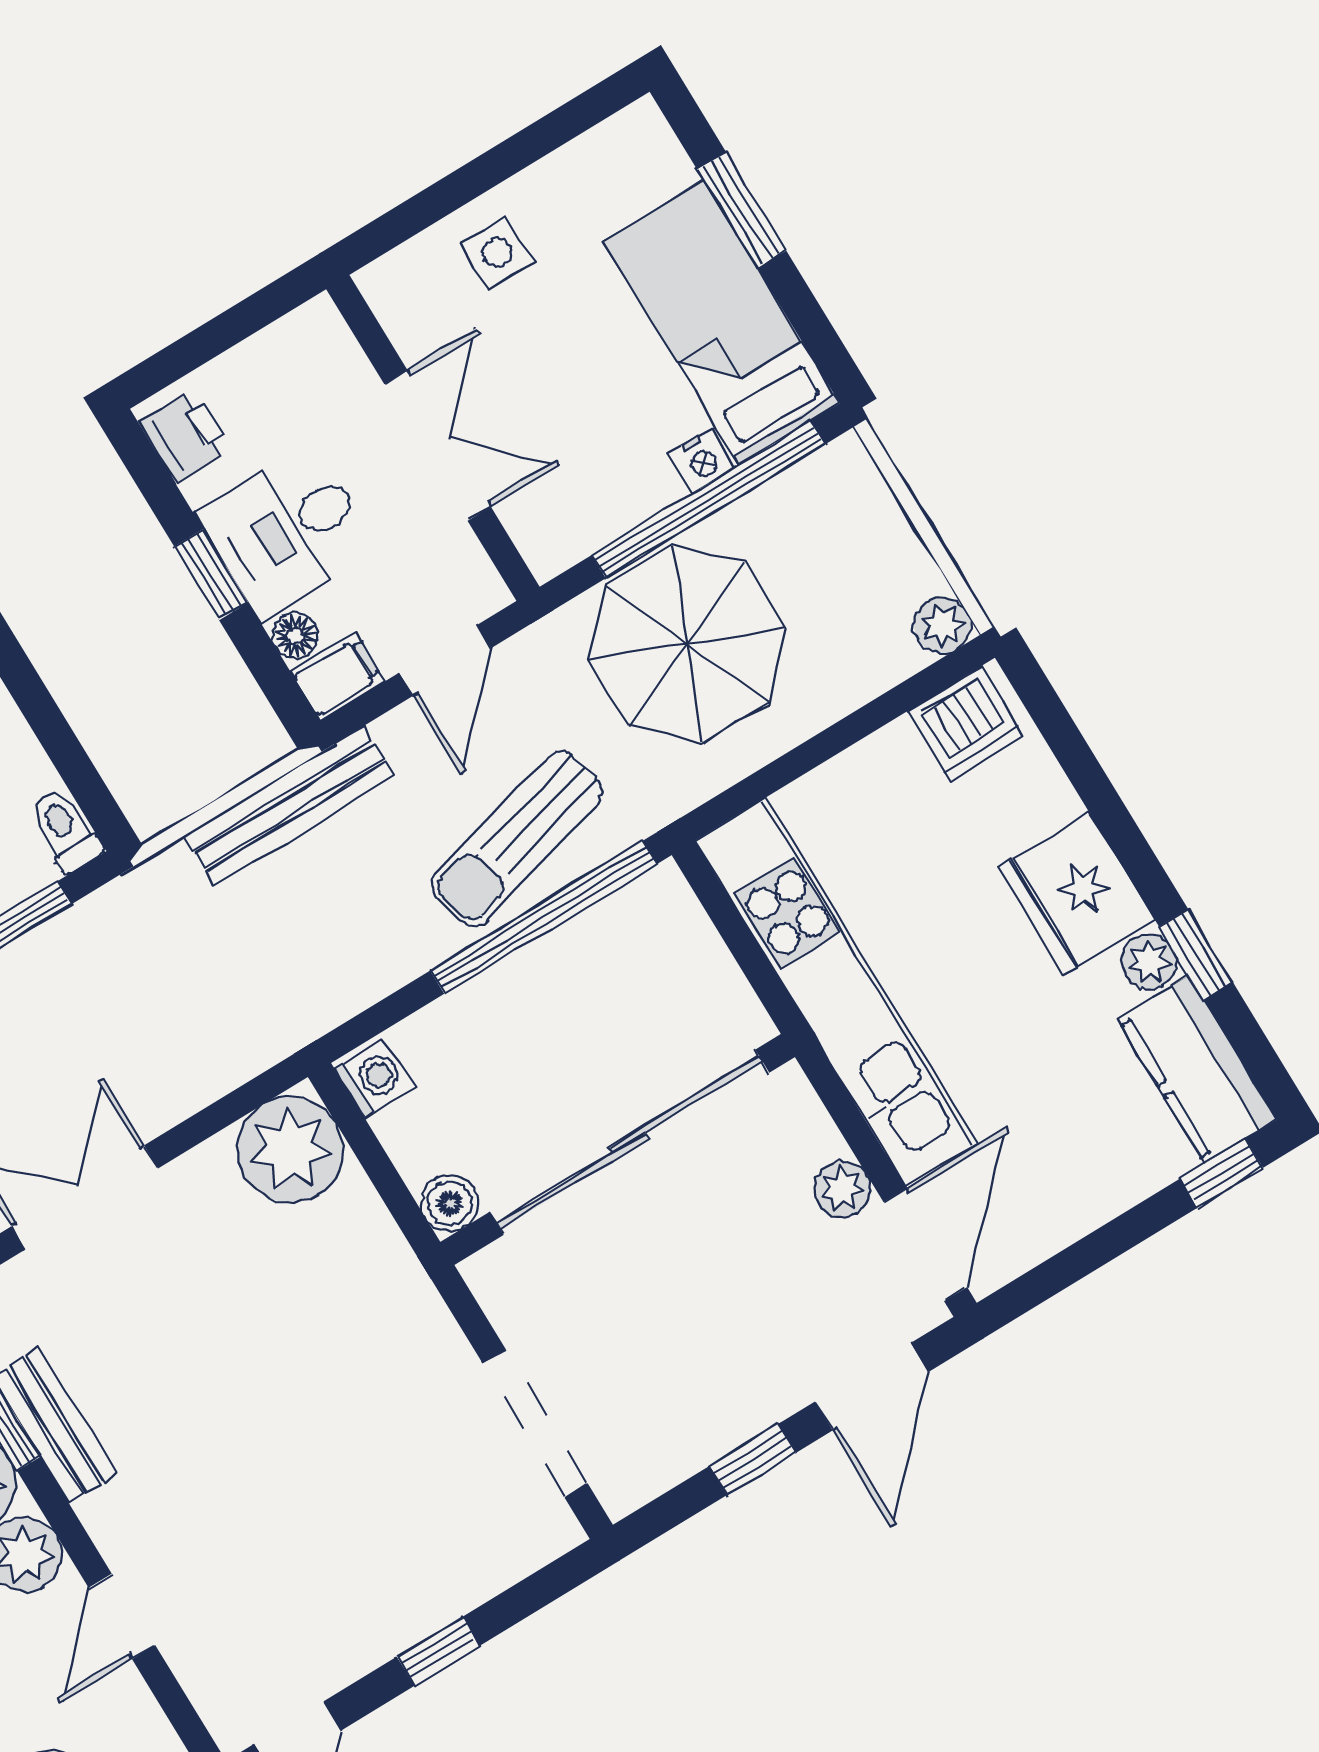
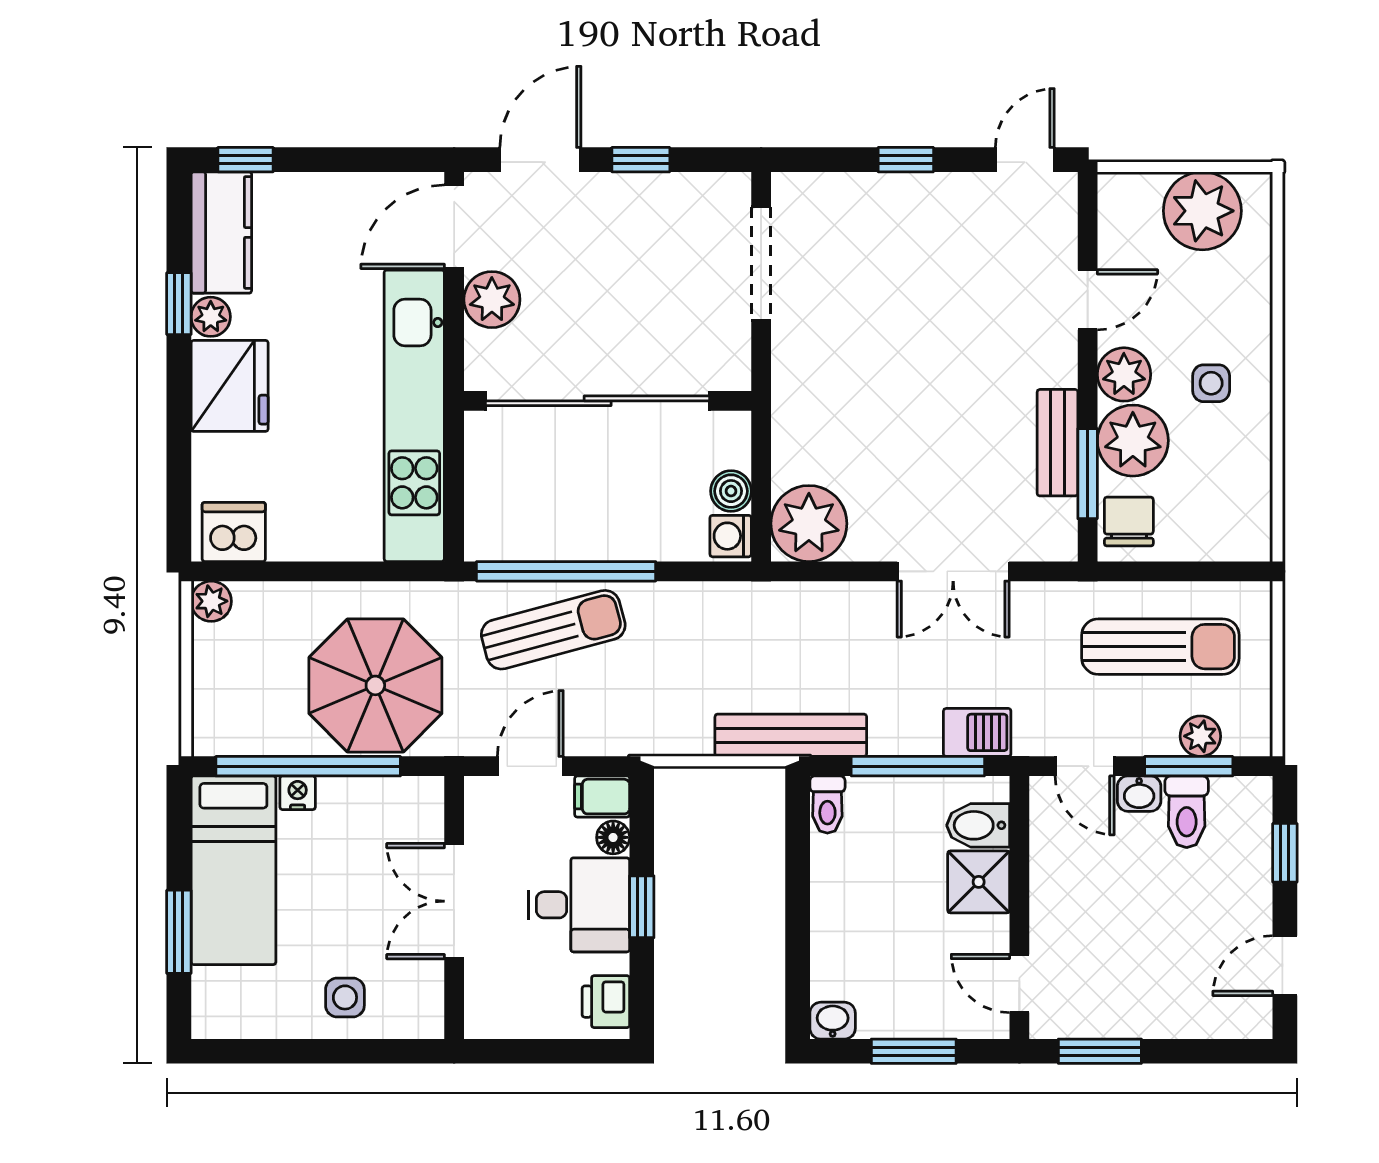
bench: (290, 806) -> (791, 735), moved
plant: (843, 1189) -> (492, 300), width x1.38, depth x1.38
boiler: (450, 1203) -> (731, 491), moved

